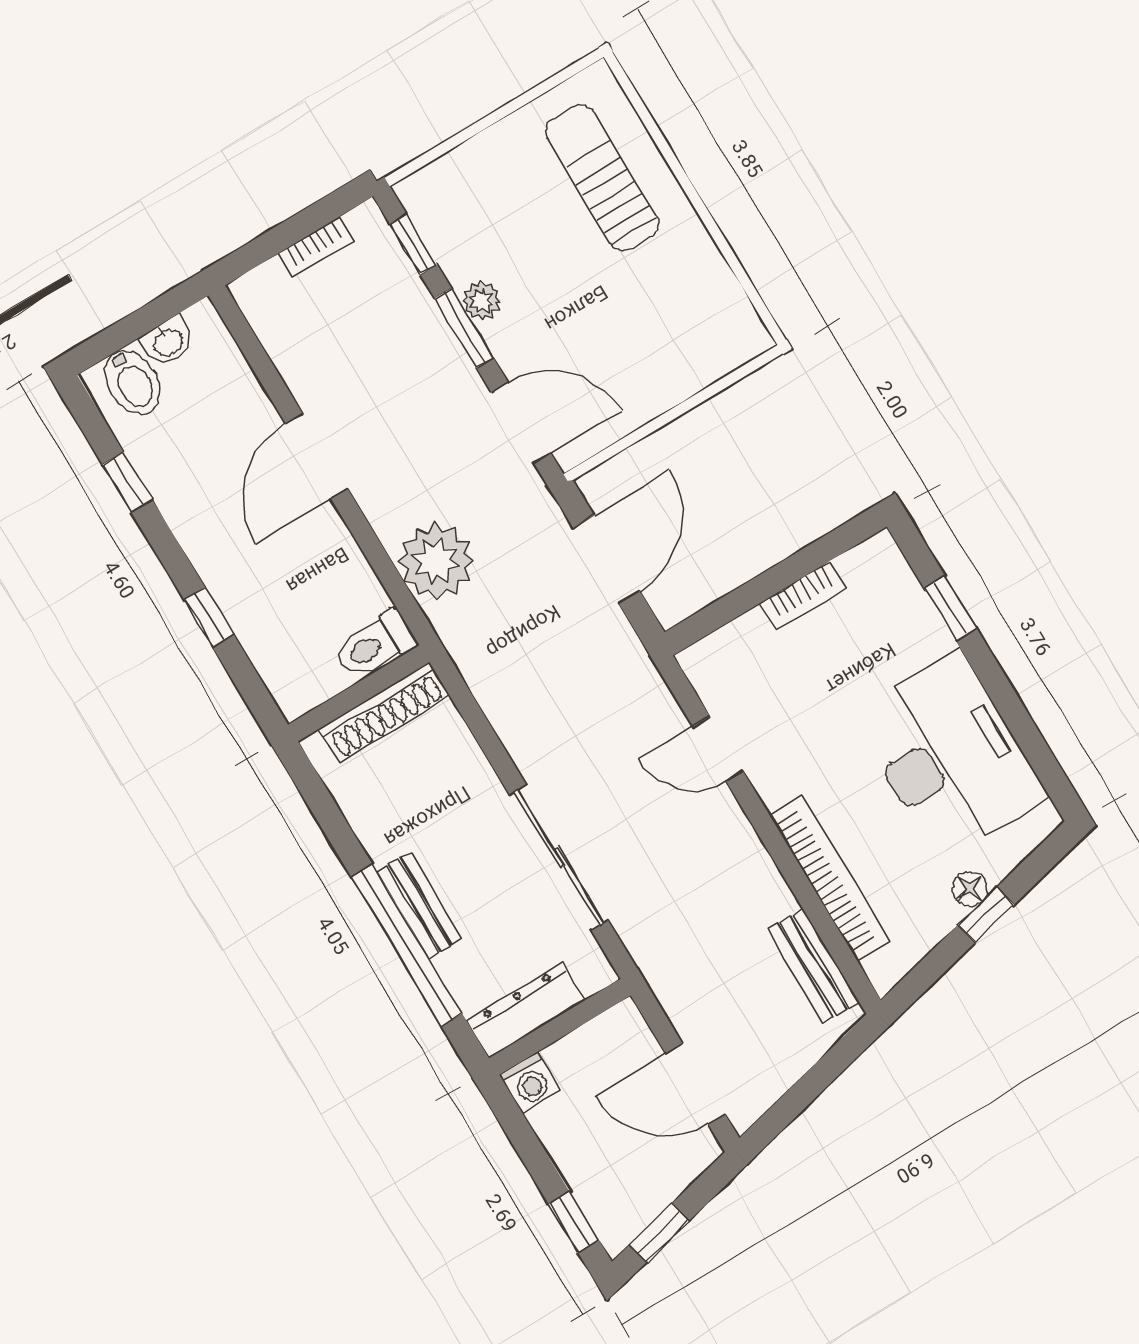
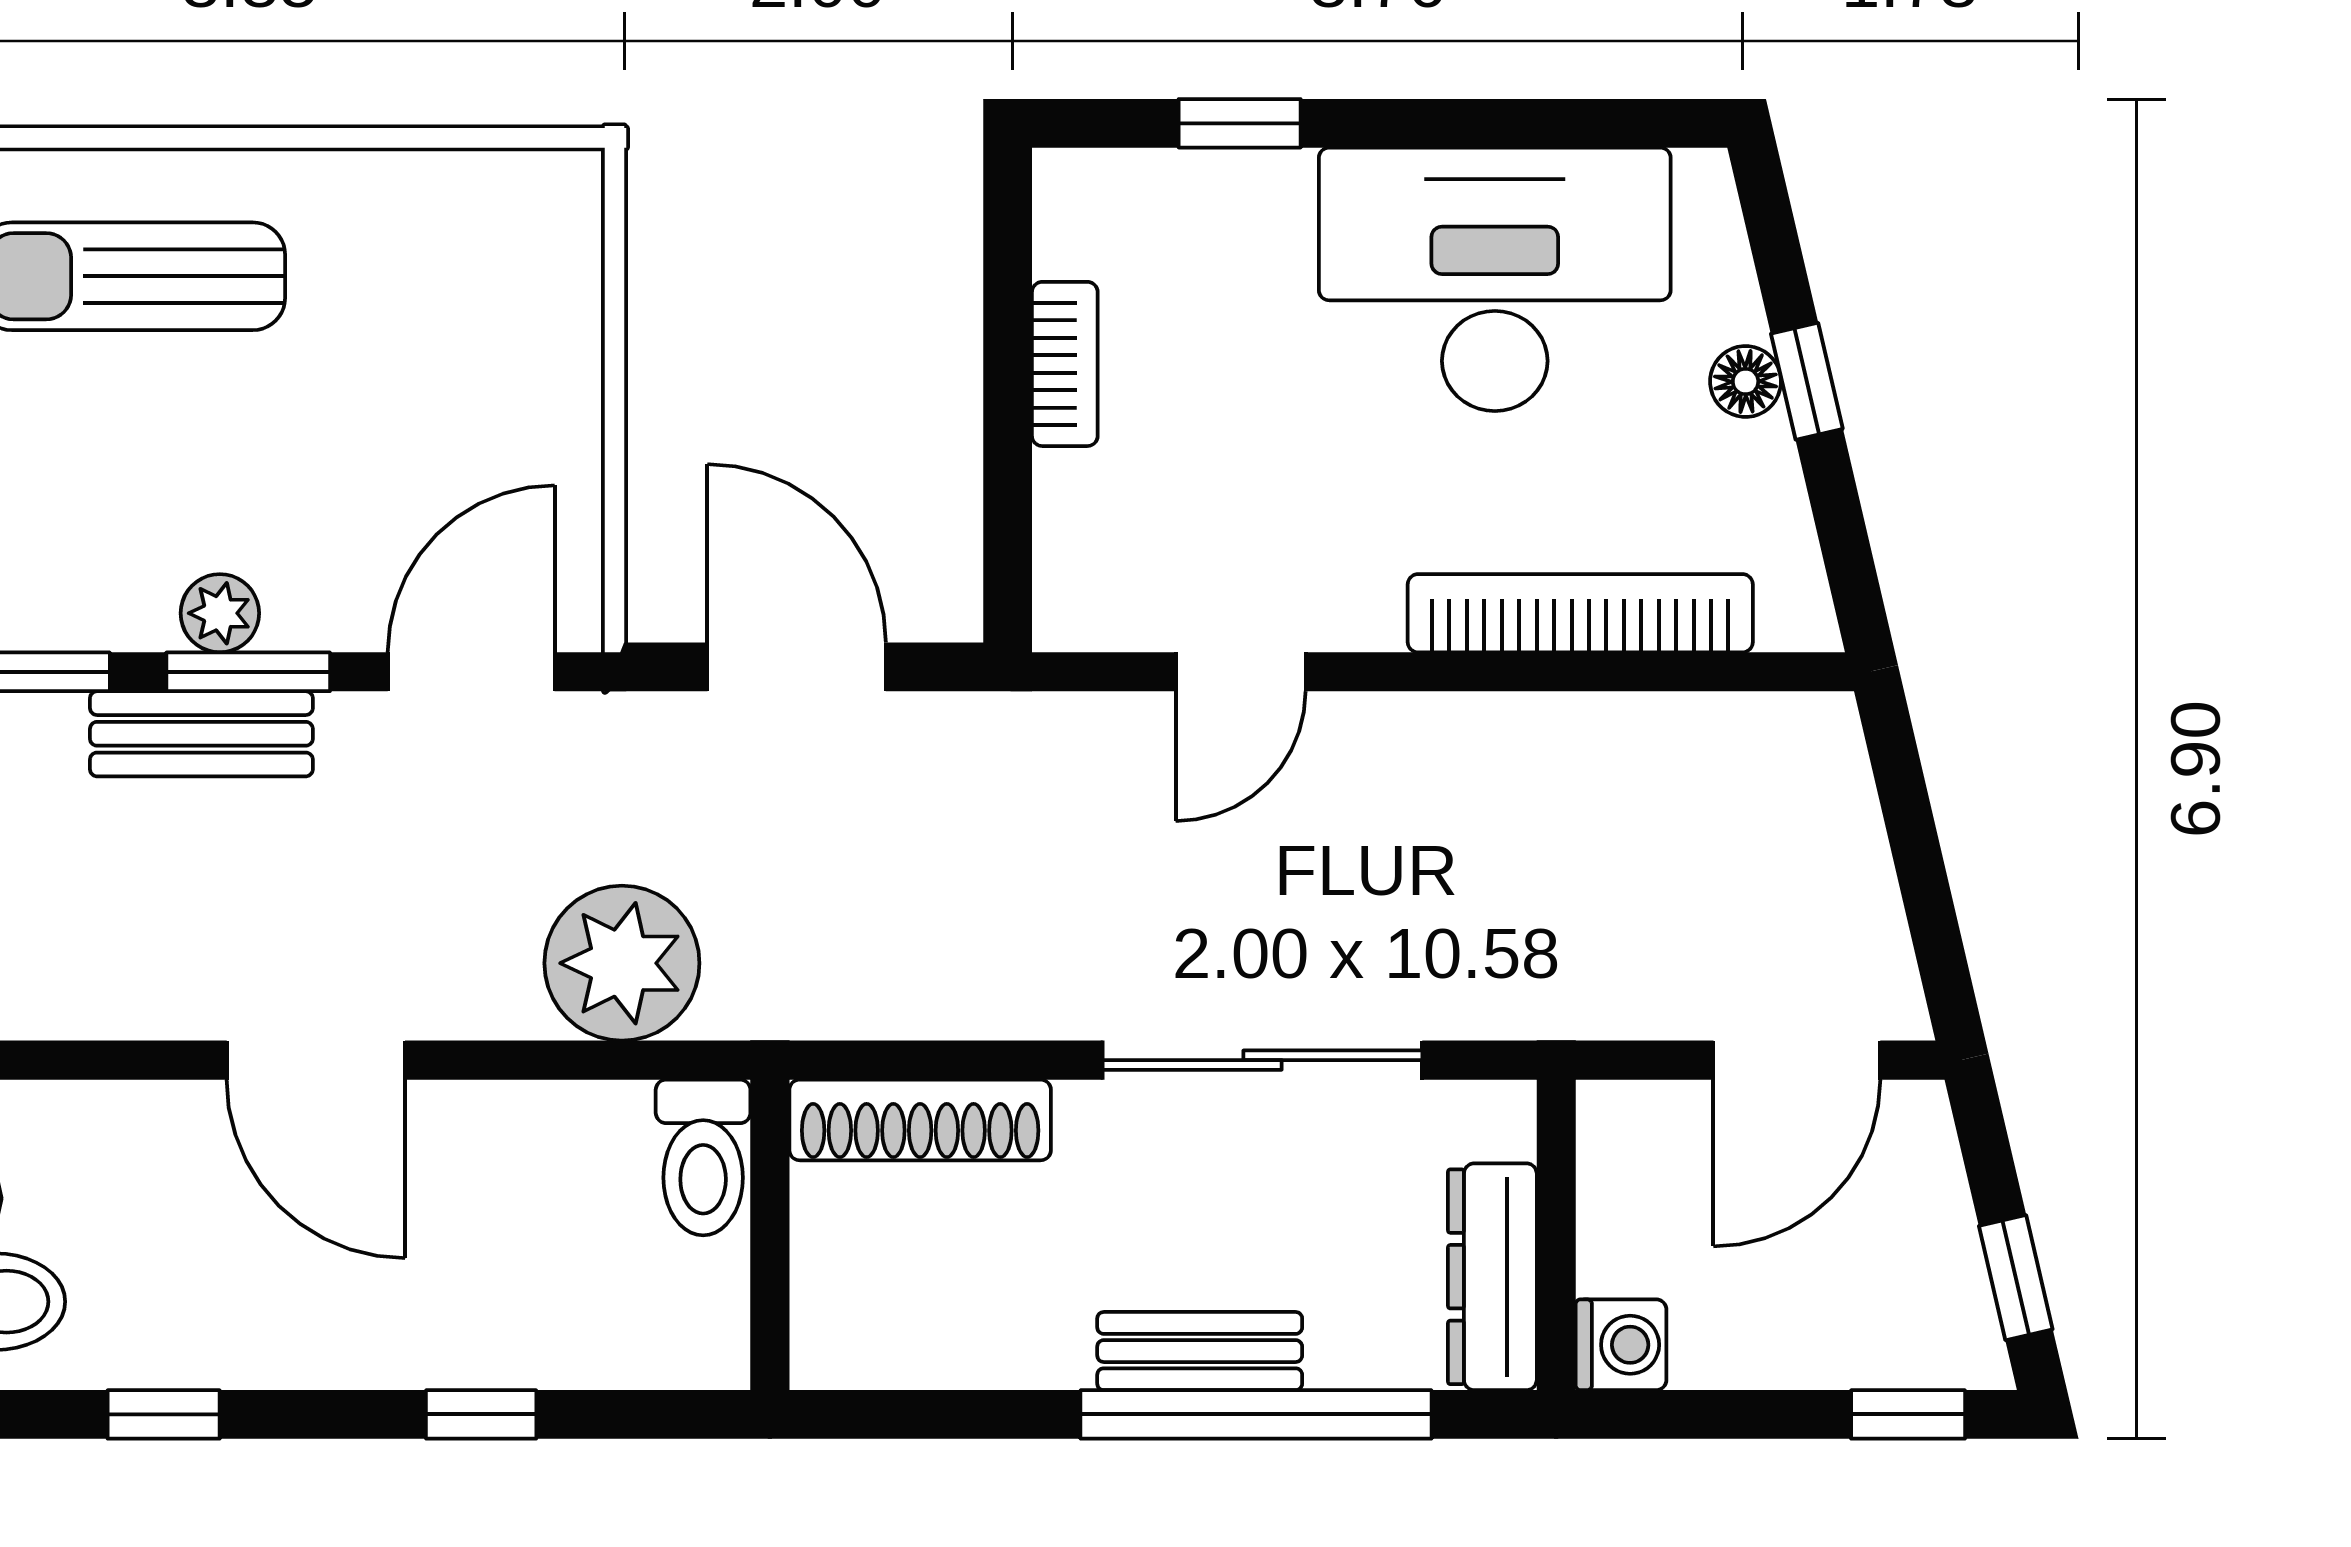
shoe rack: (384, 712) -> (920, 1120), moved, turned 90
bench: (813, 966) -> (201, 734), moved

